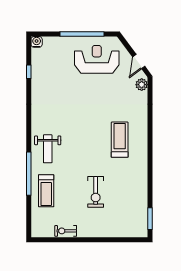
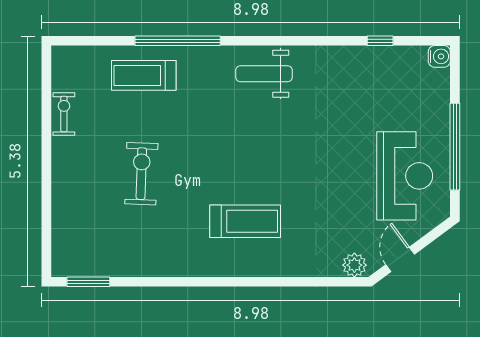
door: (139, 62) -> (400, 259), hinge flipped
weight bench: (48, 149) -> (264, 74), moved
exercise bike: (96, 192) -> (141, 174), turned 92

